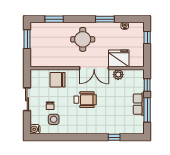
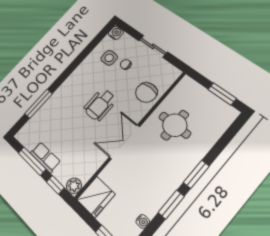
window: (54, 19) -> (196, 174), moved
round table: (83, 39) -> (175, 125), moved
fridge: (119, 58) -> (96, 197), moved
plant: (118, 75) -> (74, 186), moved
chair: (58, 80) -> (146, 92), turned 180
window: (114, 137) -> (39, 104), width x2.17

